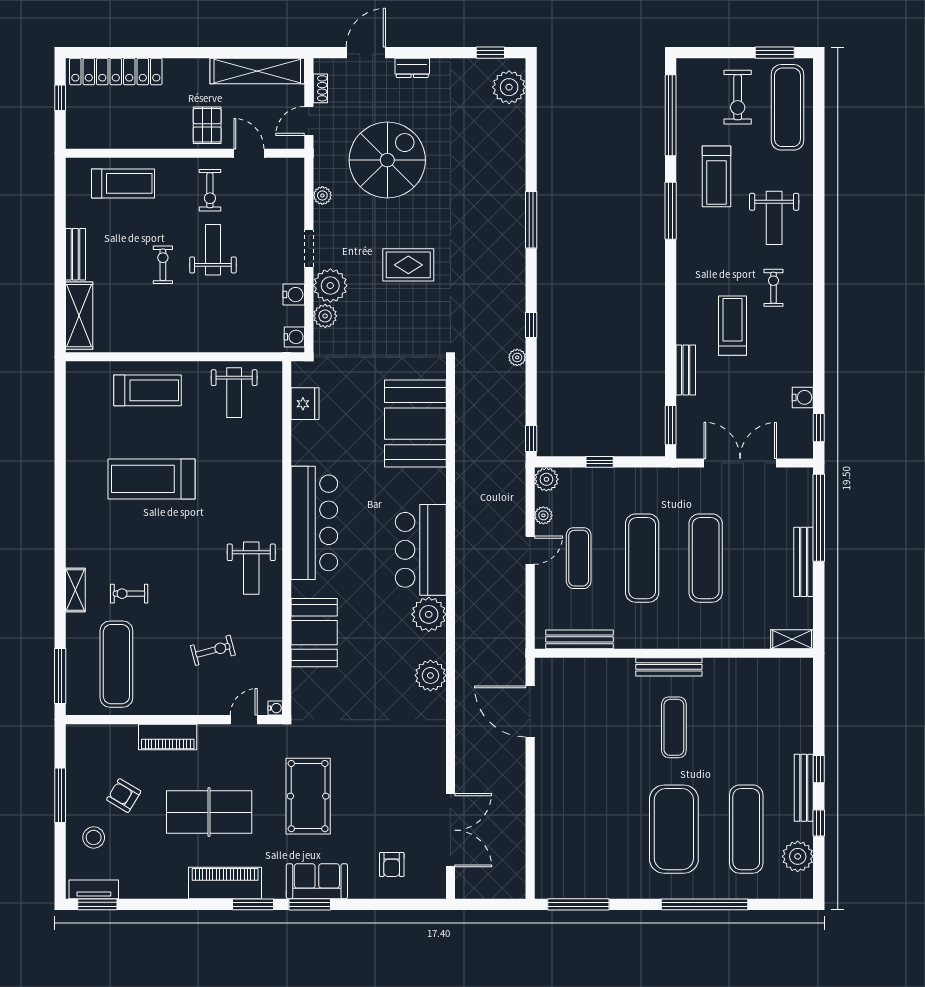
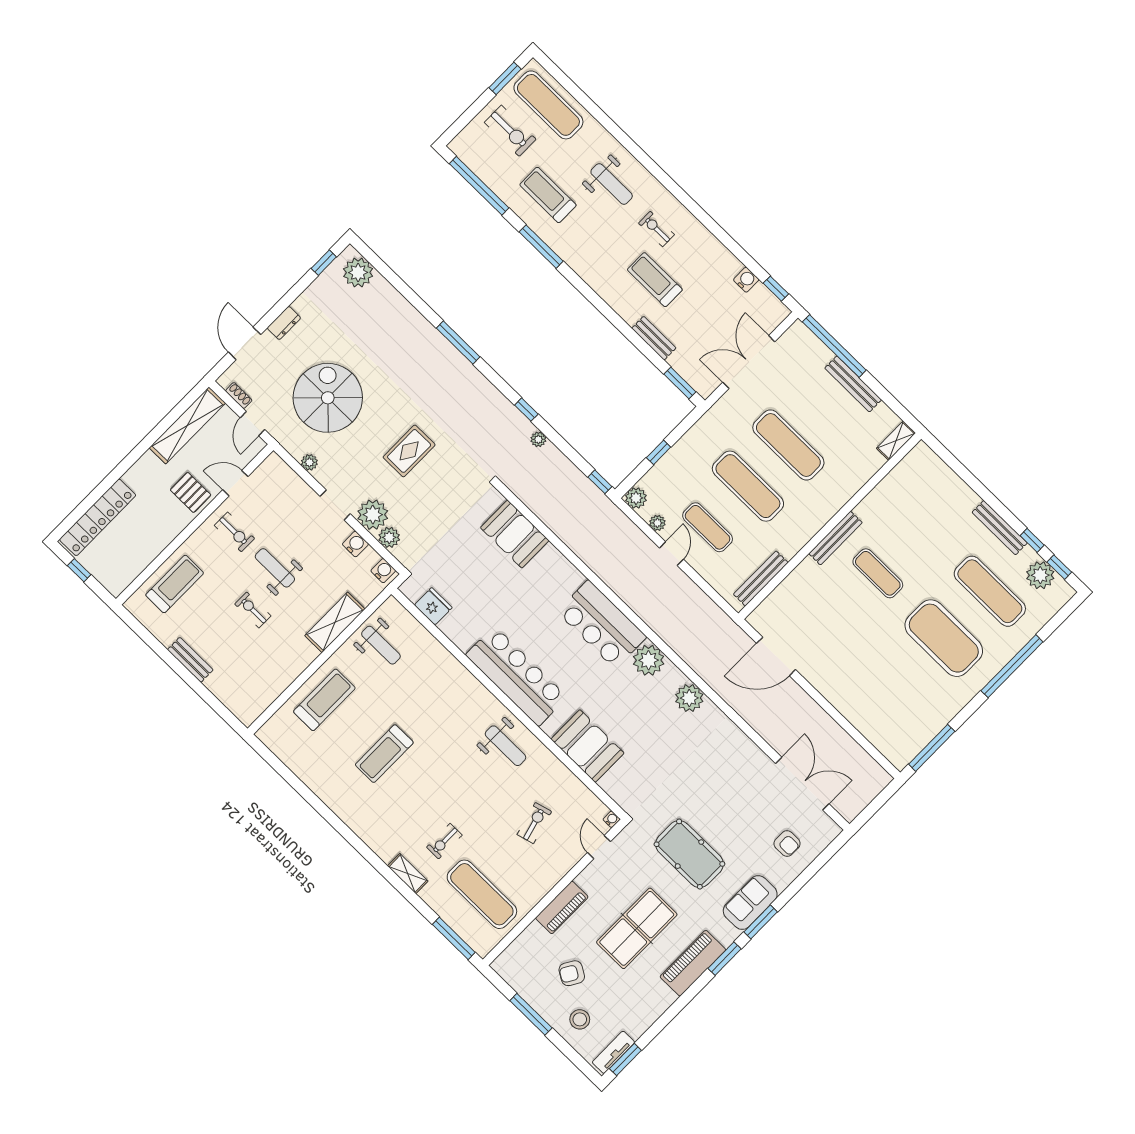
treadmill: (716, 176) -> (548, 195), turned 180
shelving: (79, 316) -> (335, 622), moved, turned 90
booth: (415, 424) -> (515, 534), width x0.73, depth x0.70
treadmill: (152, 479) -> (384, 754), width x0.73, depth x0.73
window: (819, 769) -> (1059, 567), moved

